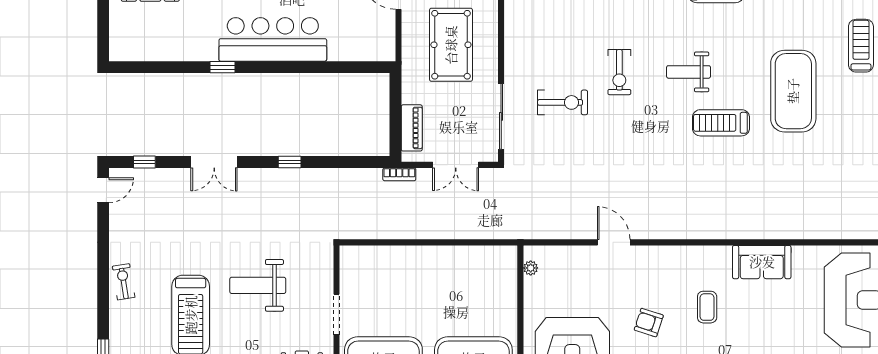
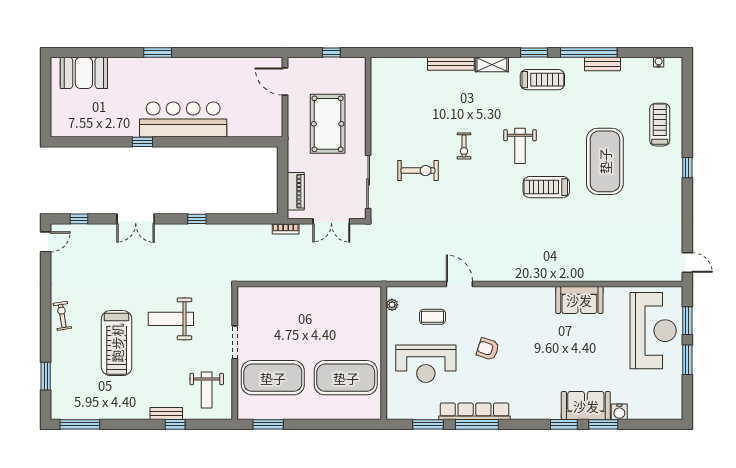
exercise bike: (619, 72) -> (464, 146), width x0.73, depth x0.72
weight bench: (689, 72) -> (520, 146), turned -90
coffee table: (707, 307) -> (432, 317), moved, turned 90

